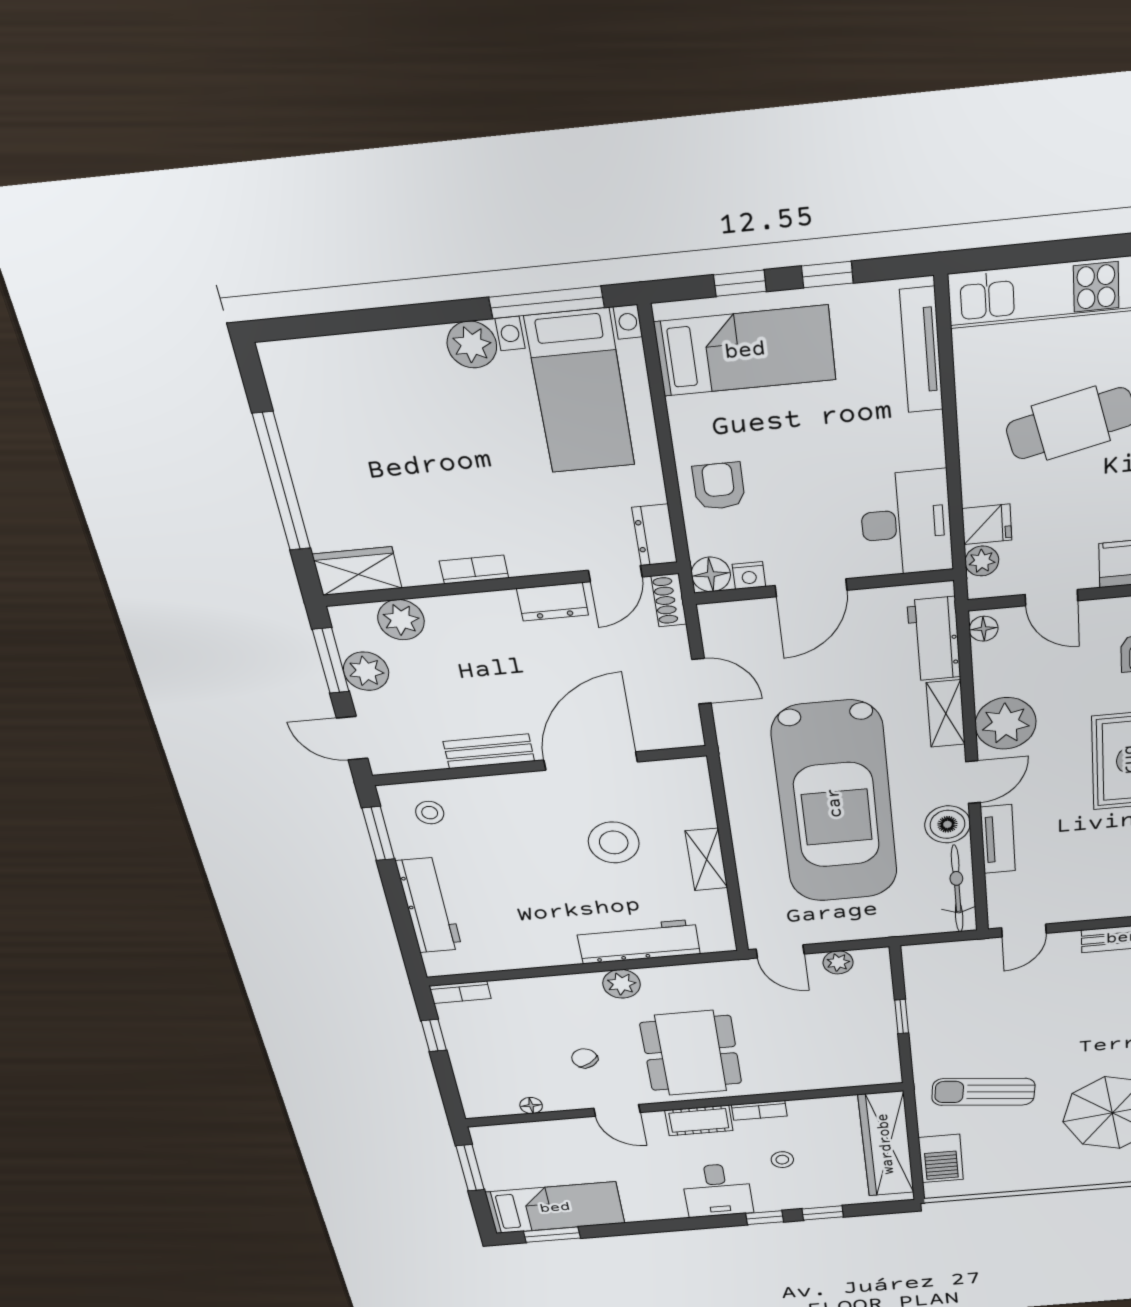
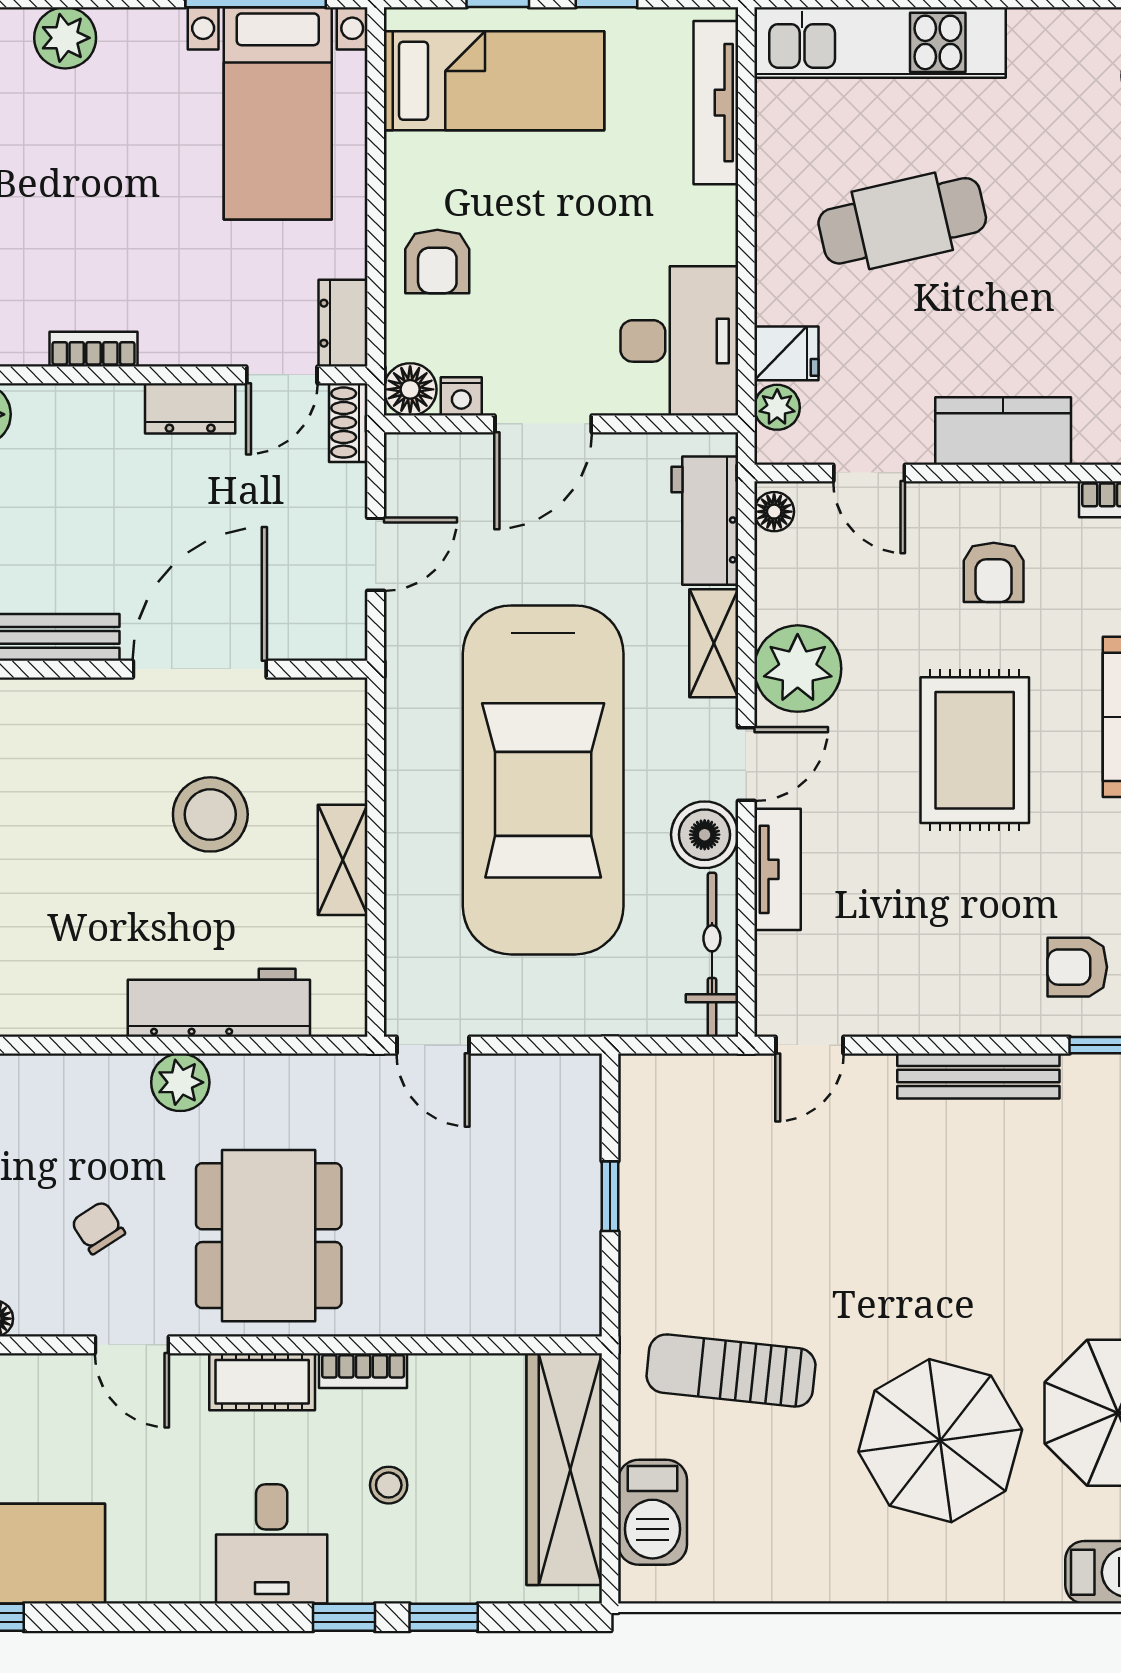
plant: (472, 345) -> (65, 38), moved
armchair: (719, 486) -> (437, 262), turned 180
door: (701, 681) -> (376, 554), hinge flipped
plant: (838, 962) -> (520, 1076), removed

